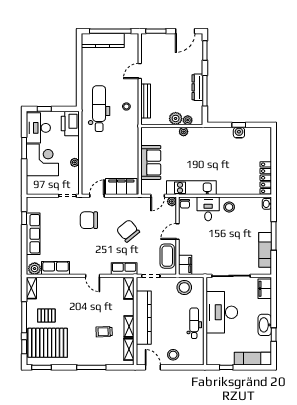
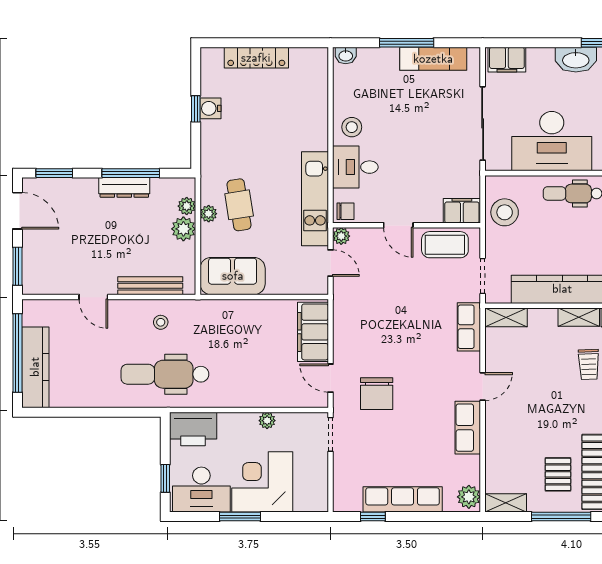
cafe table: (188, 148) -> (239, 205), added
sofa: (151, 163) -> (233, 276), moved
locker: (266, 178) -> (256, 58), moved
chair: (128, 231) -> (397, 319), removed
row of seats: (56, 268) -> (468, 428), moved

